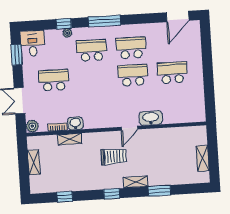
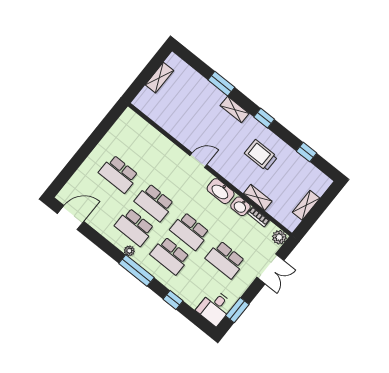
plant: (67, 33) -> (129, 251), moved
school desk: (93, 78) -> (190, 231), added
washbasin: (151, 118) -> (221, 191), moved
trolley: (114, 156) -> (261, 155), moved

